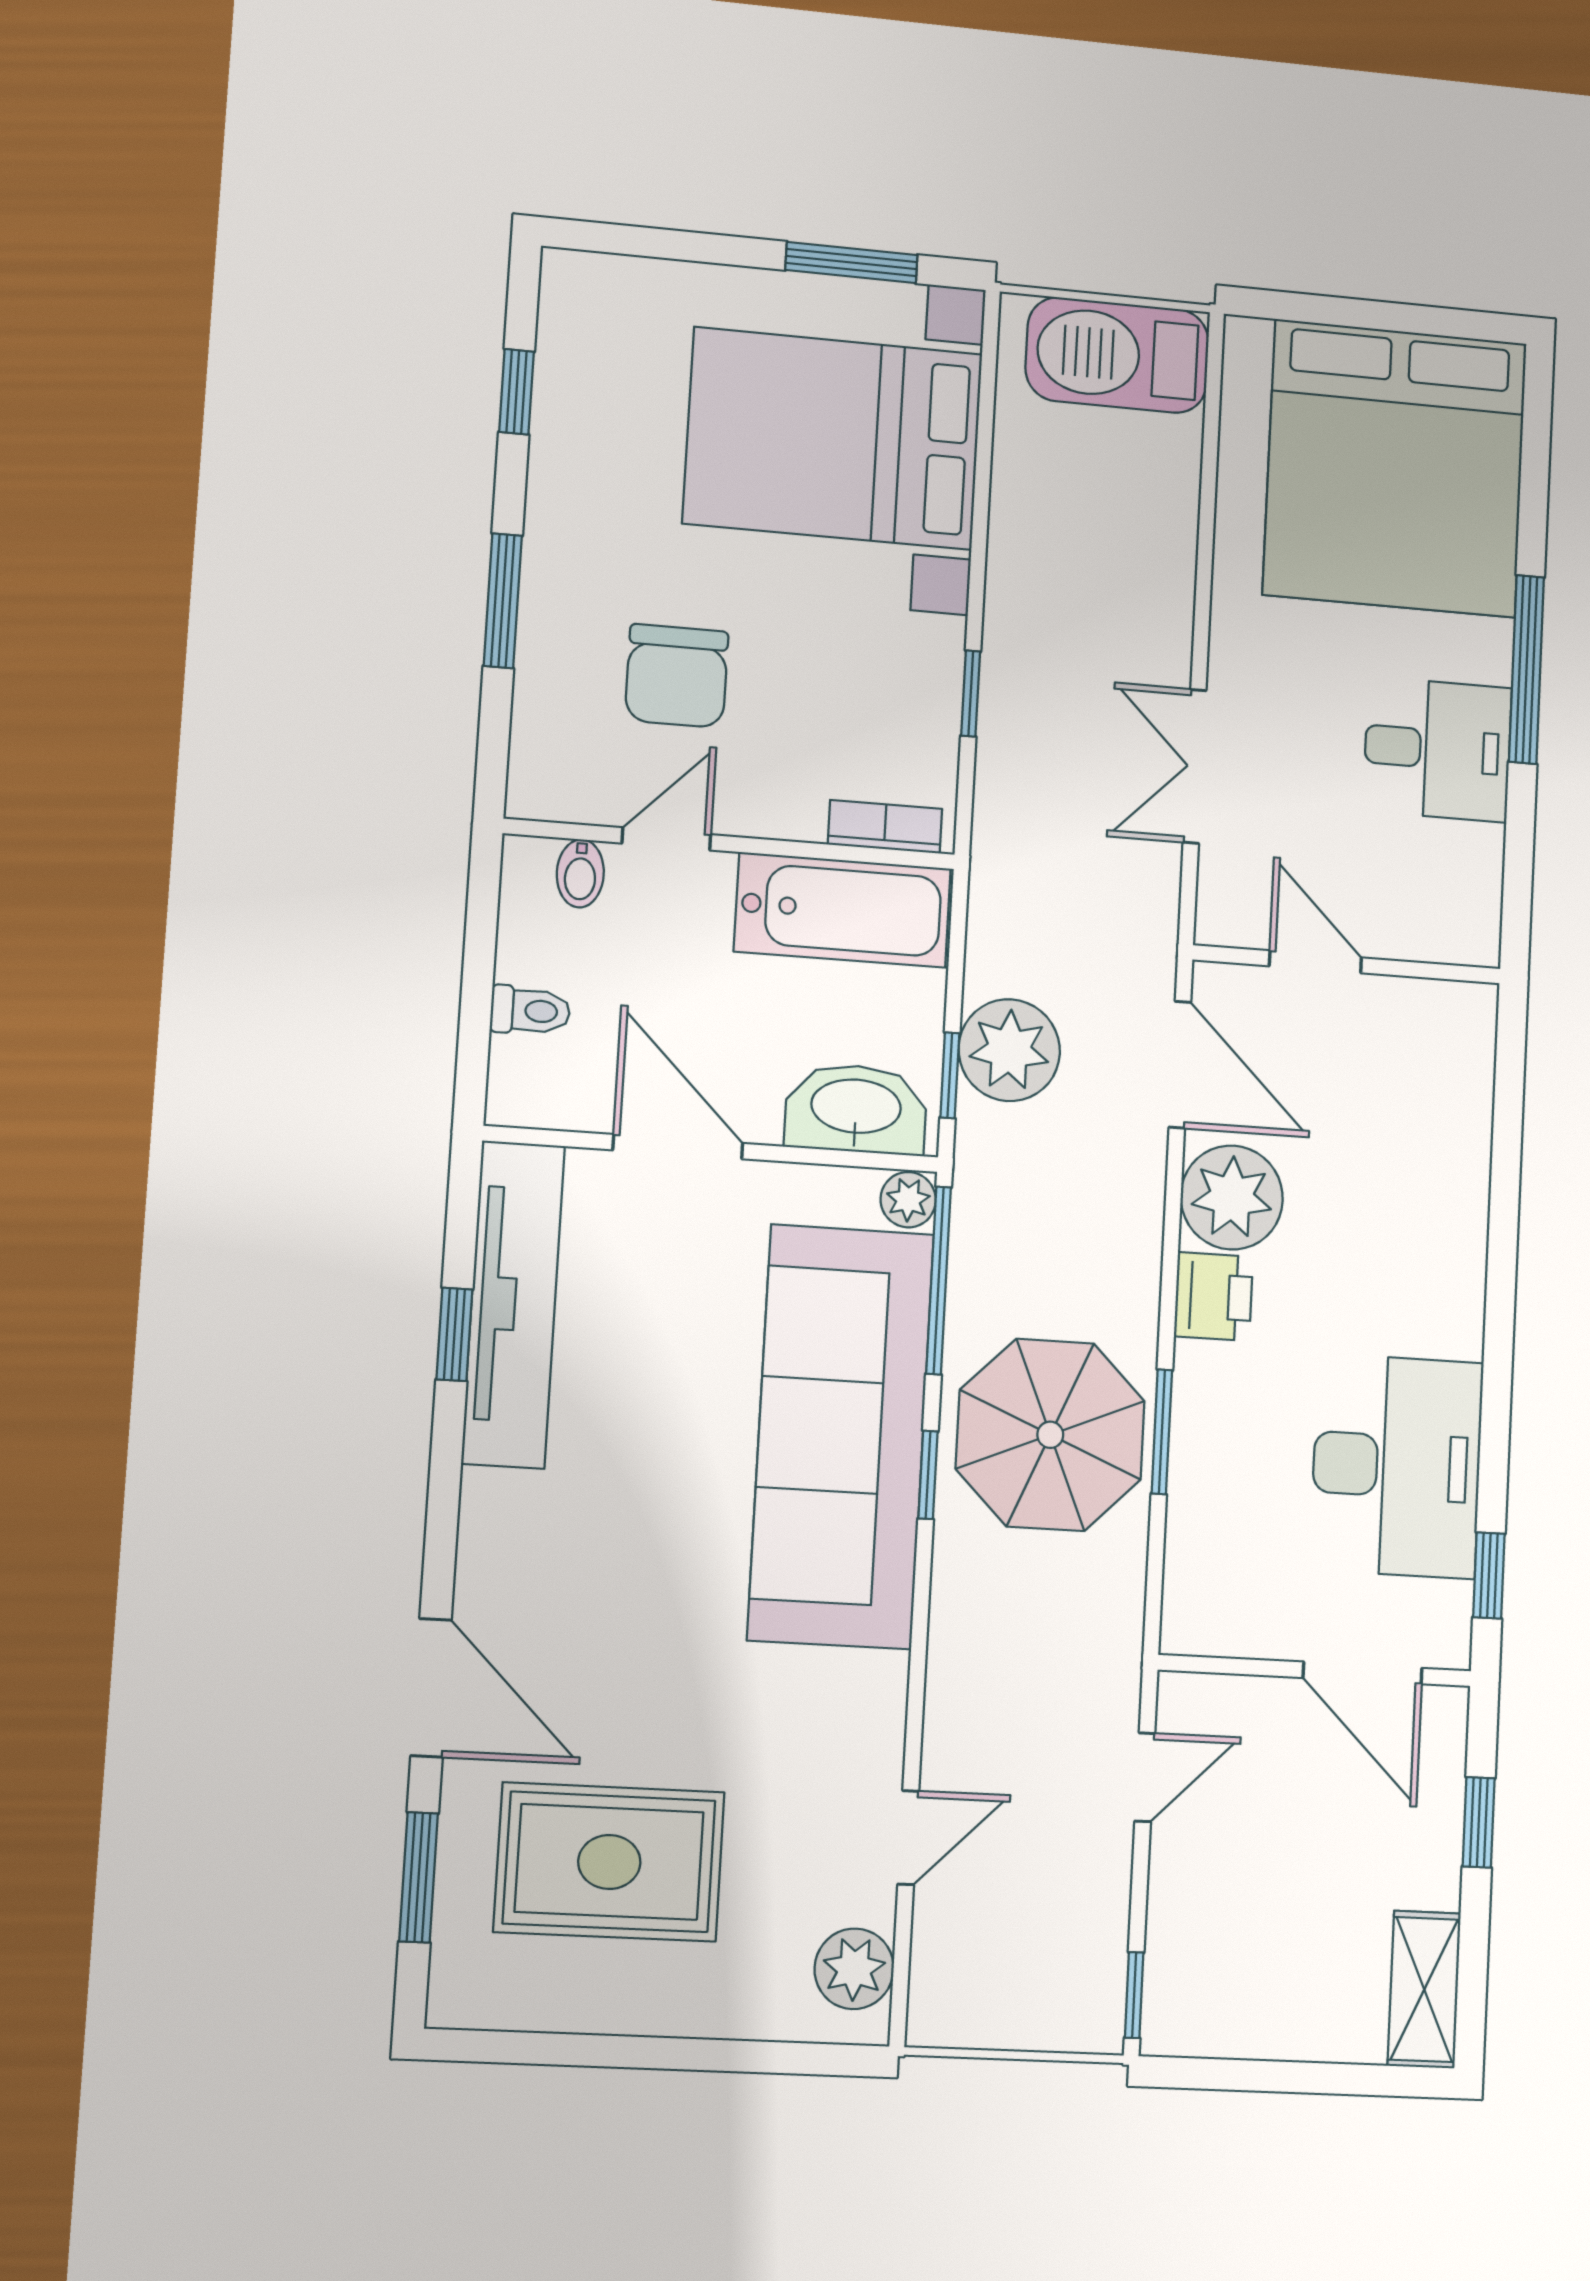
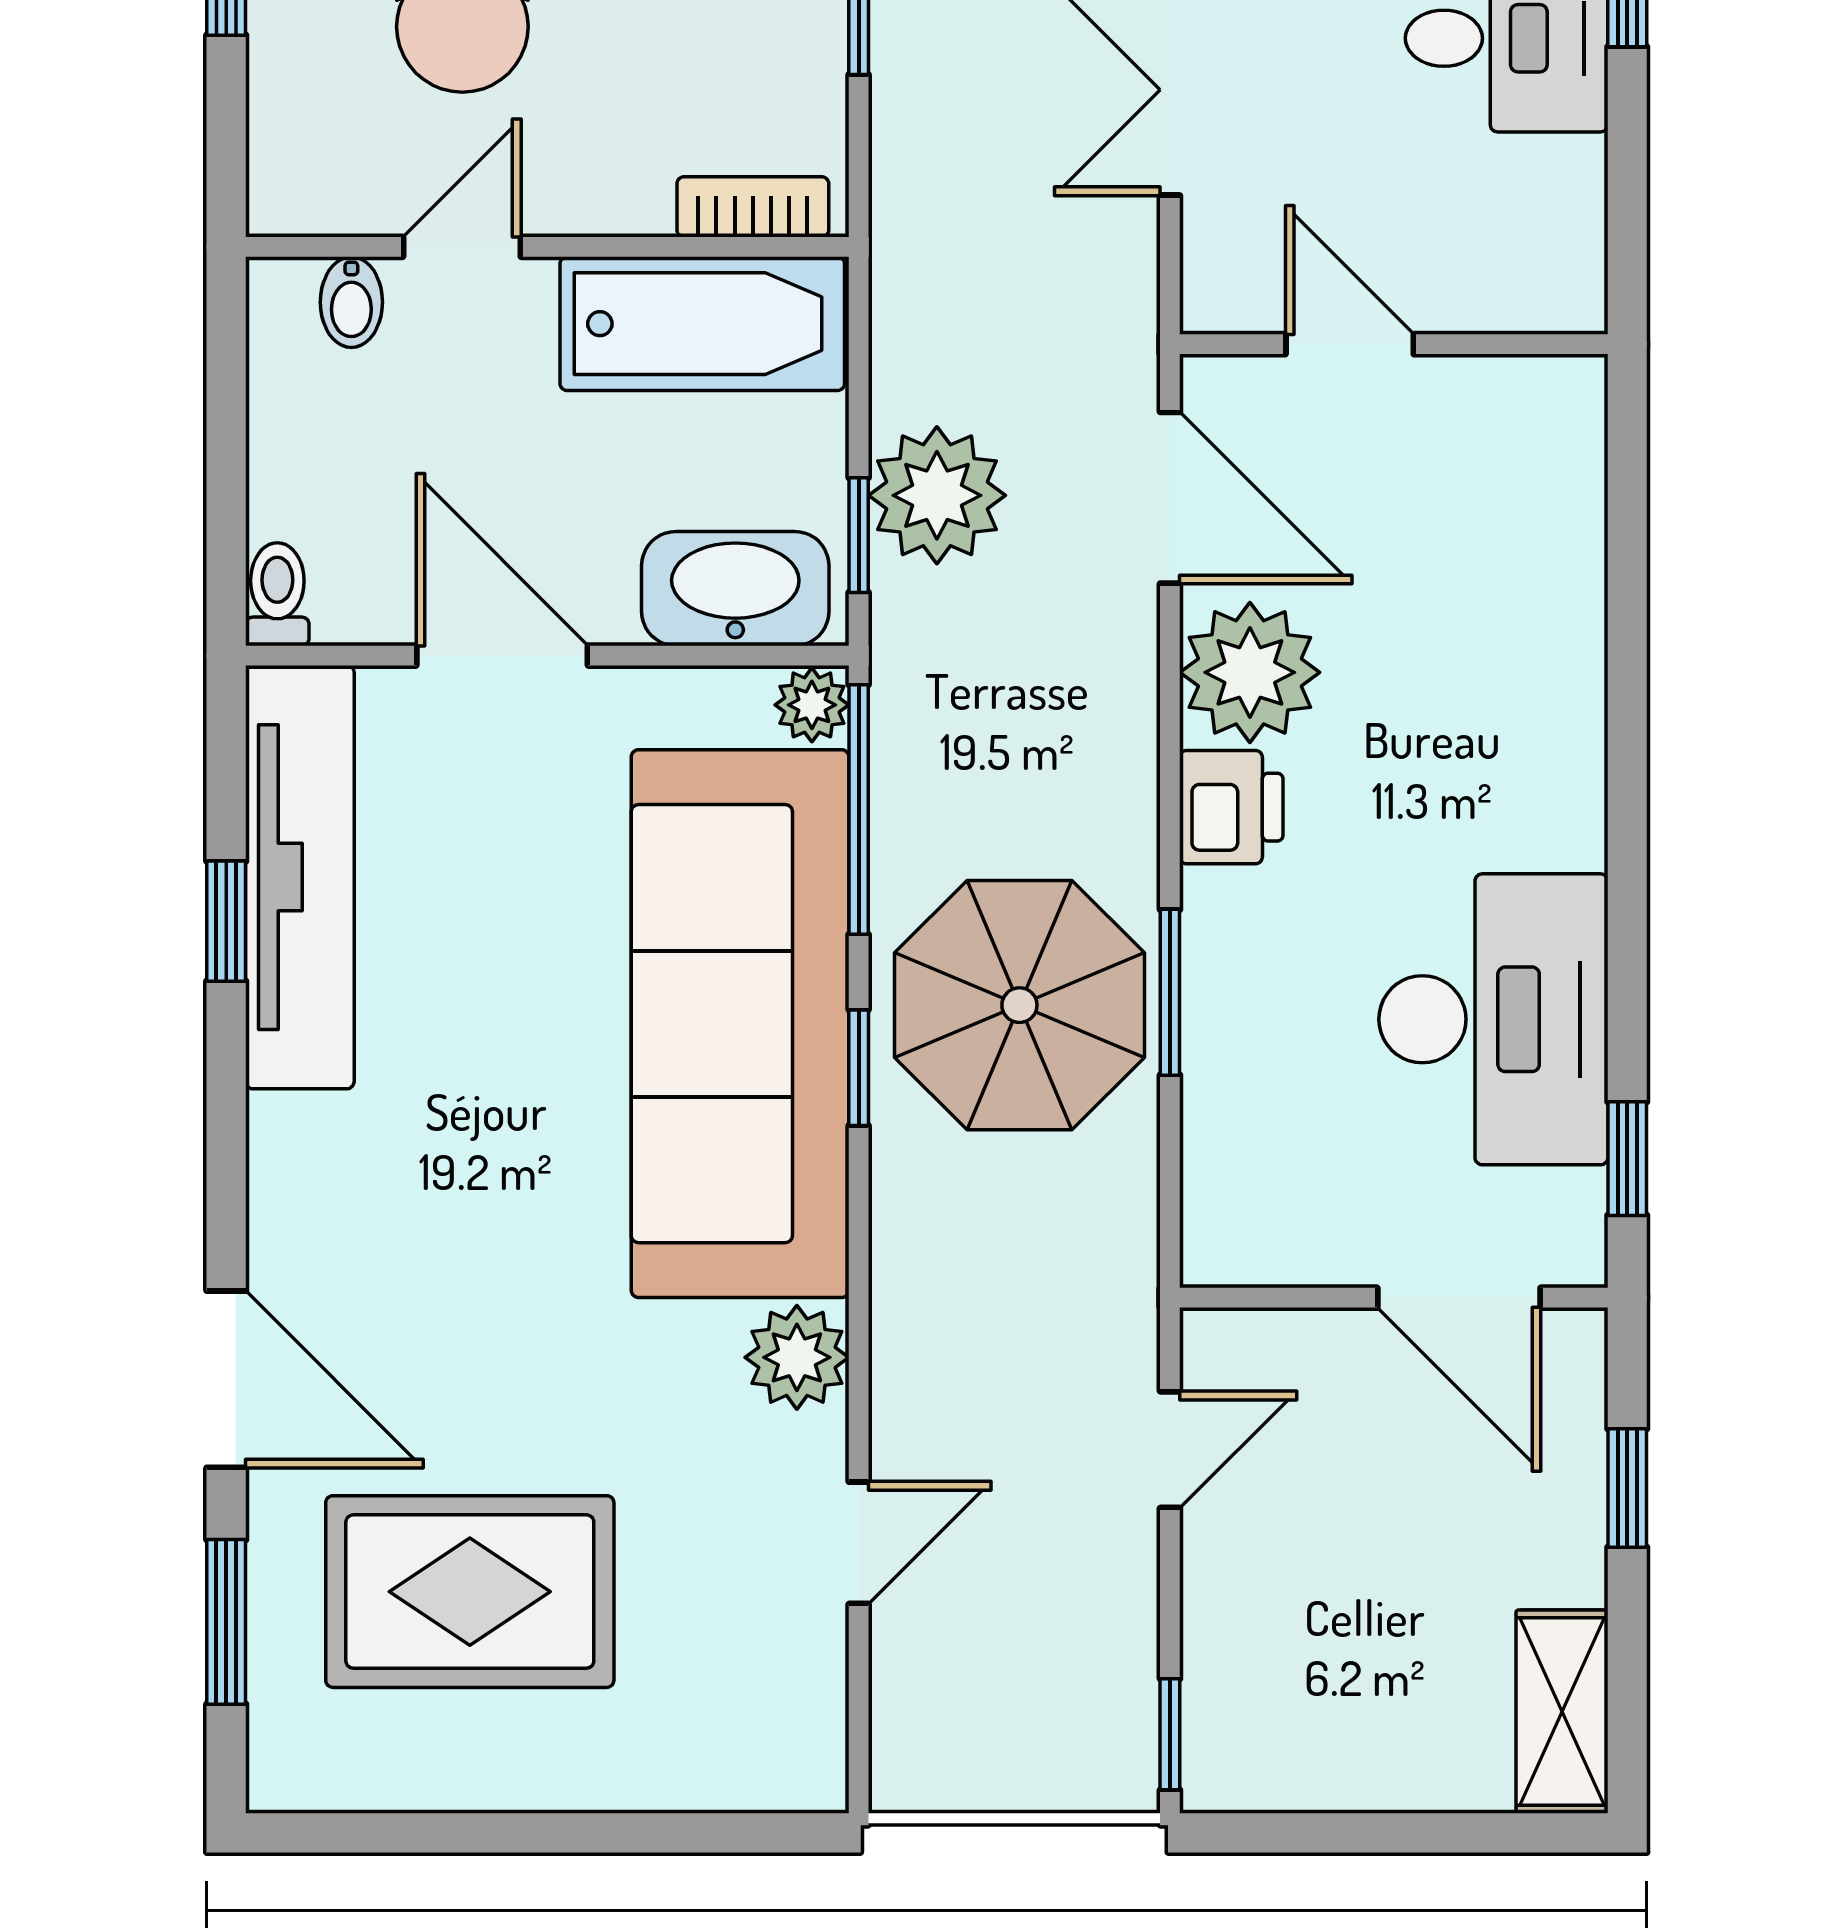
toilet: (530, 1011) -> (277, 594), moved, turned -90
plant: (854, 1969) -> (797, 1357), moved

